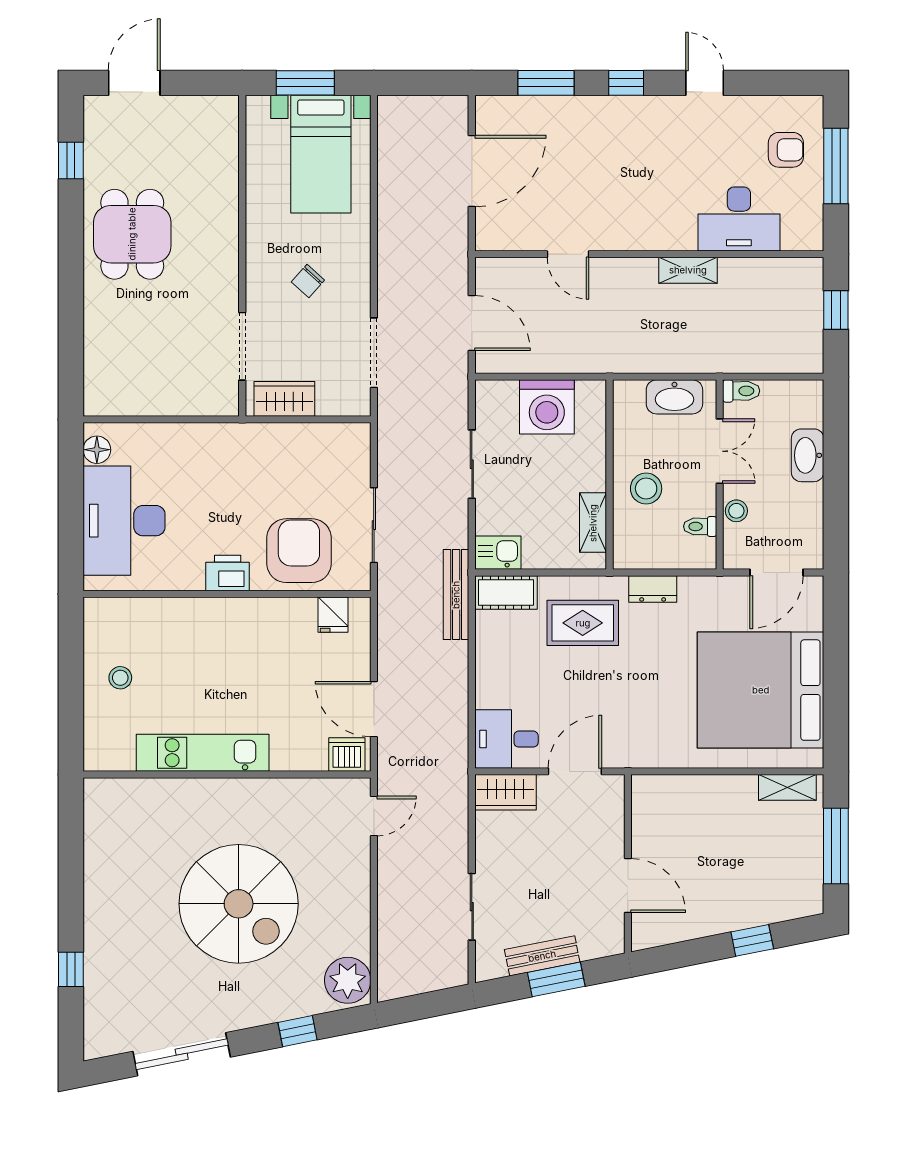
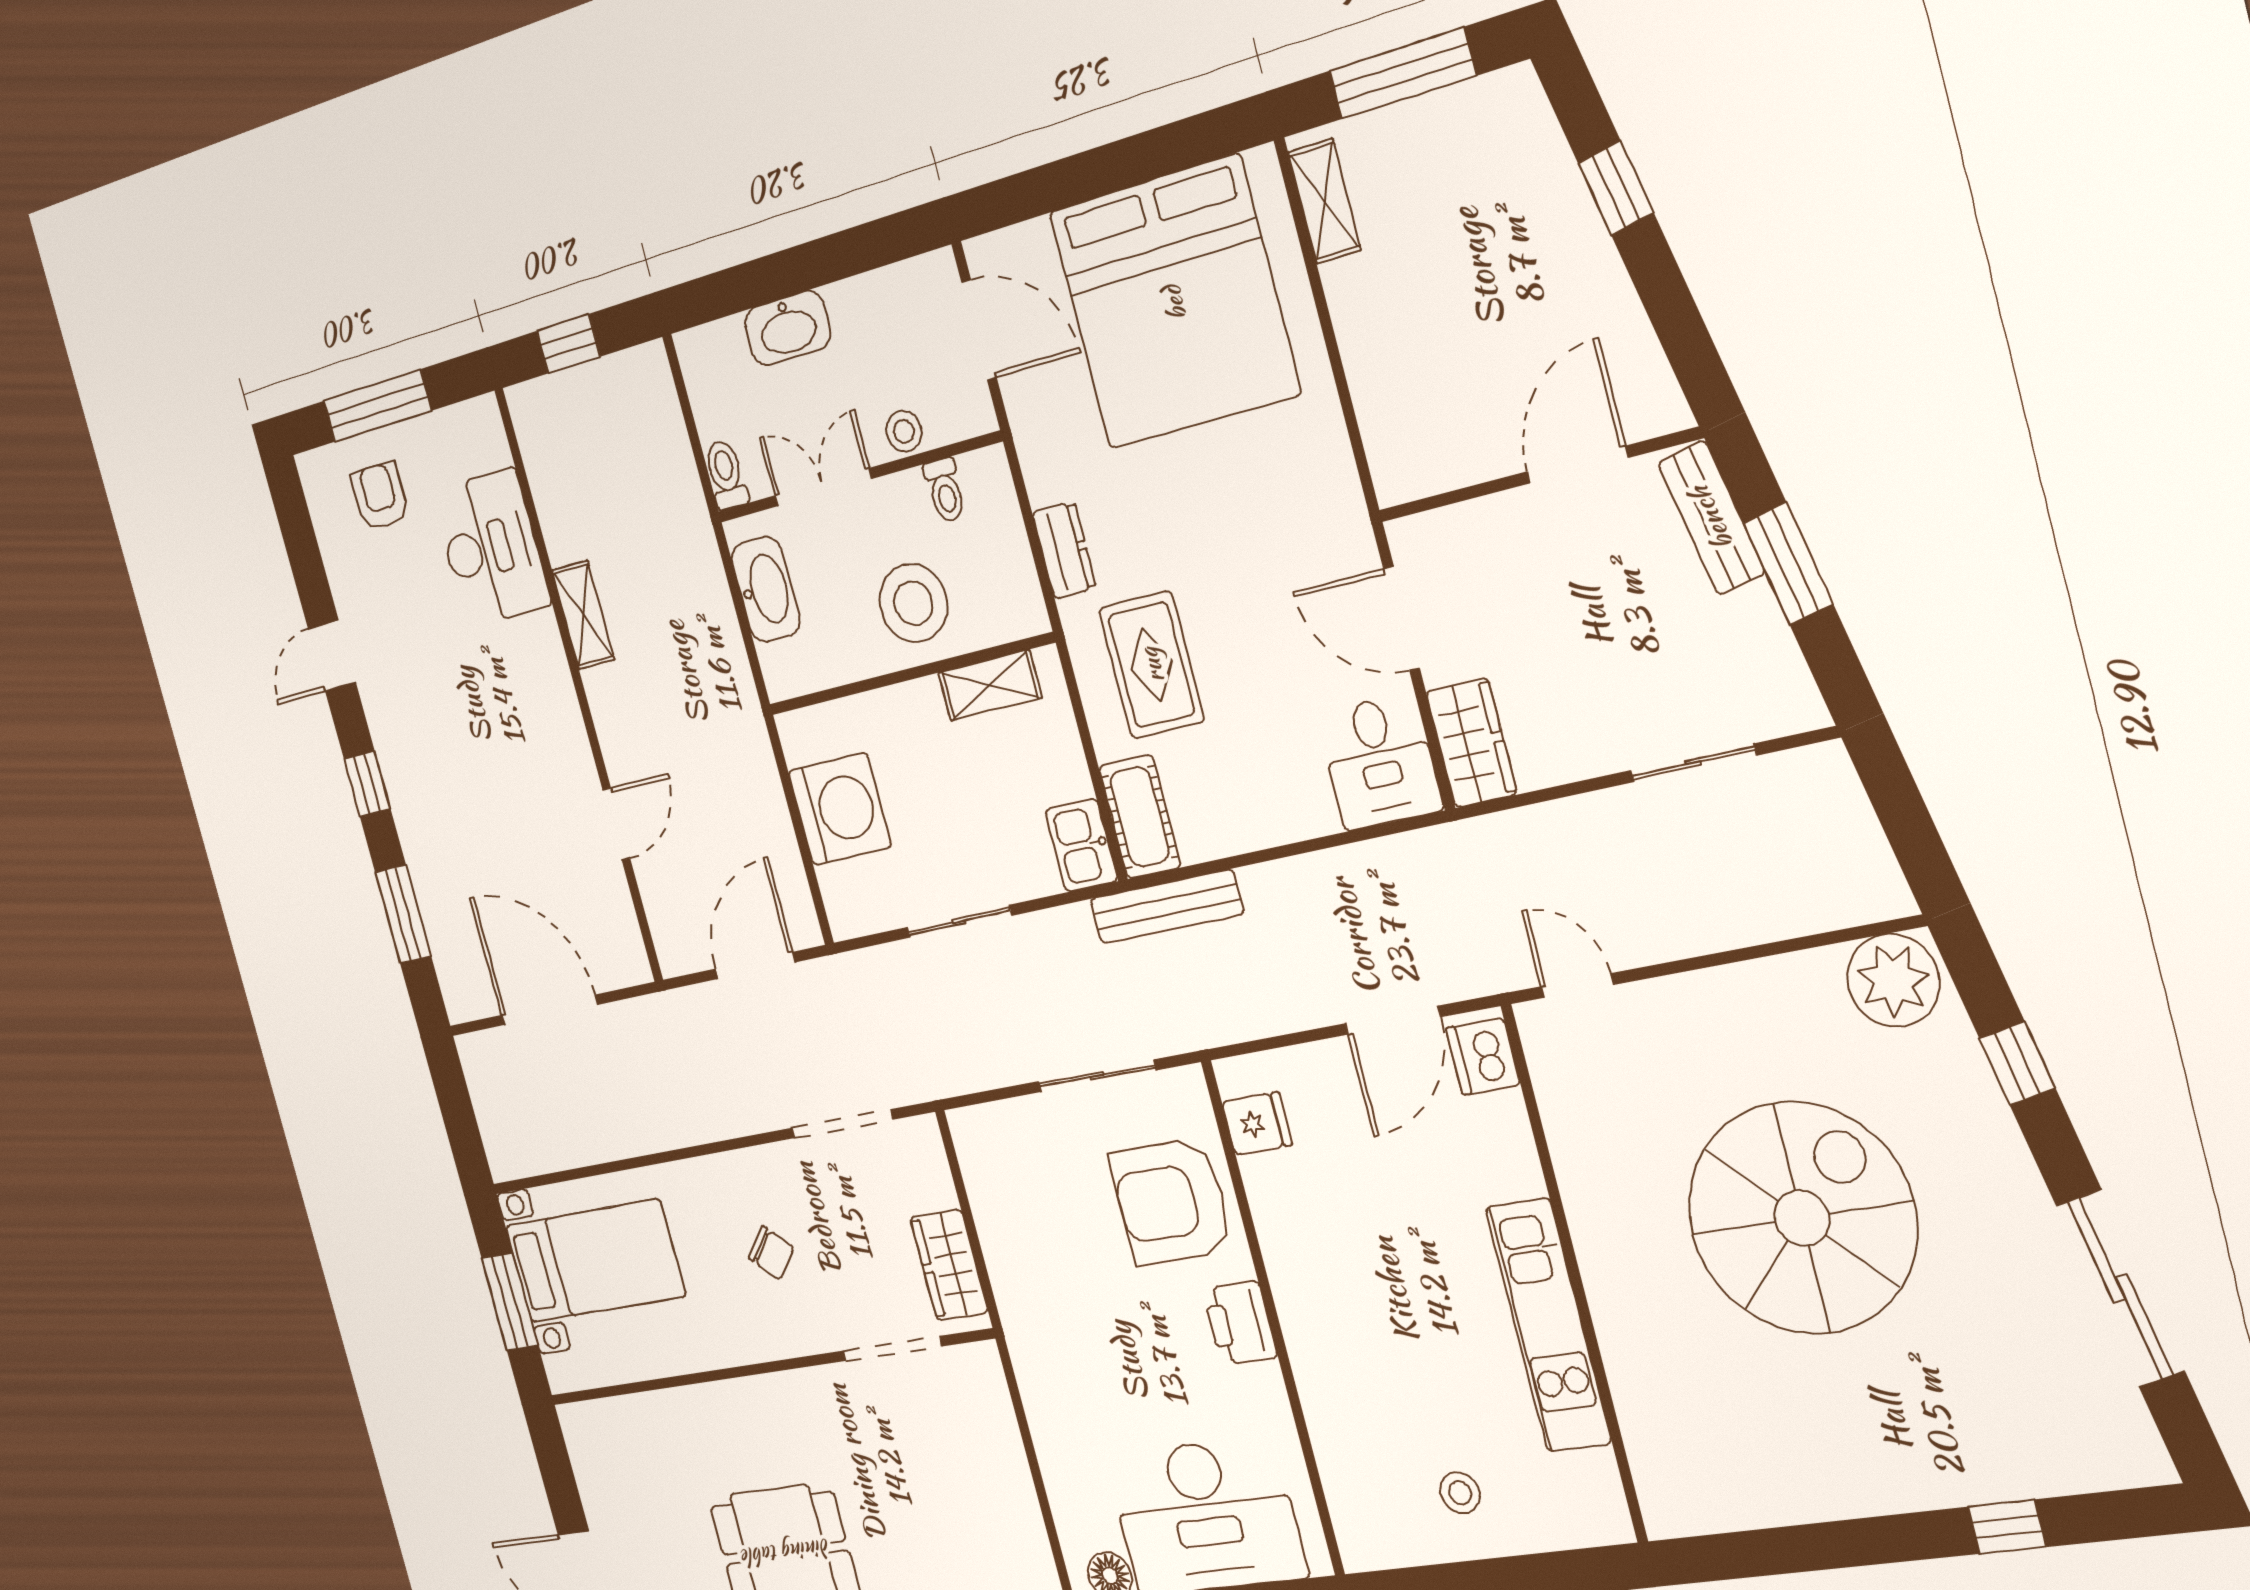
stool: (646, 489) -> (913, 603), width x1.38, depth x1.38
bench: (542, 956) -> (1711, 518), moved

